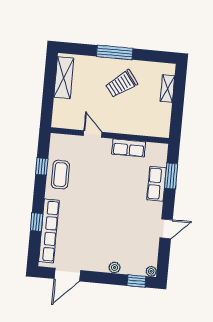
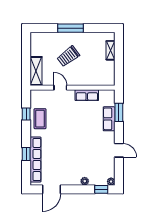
shelving: (64, 78) -> (36, 71), moved
trolley: (121, 84) -> (68, 56), moved
door: (166, 229) -> (119, 150), hinge flipped

